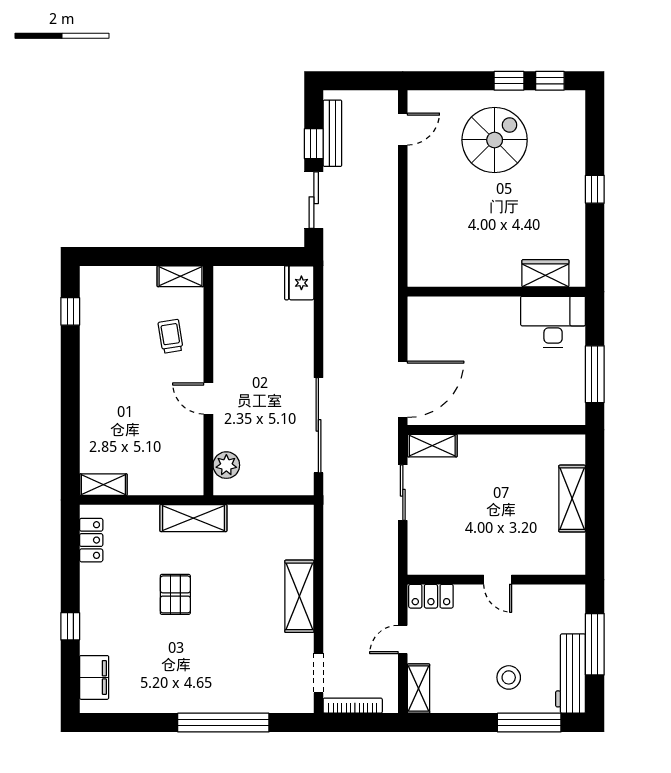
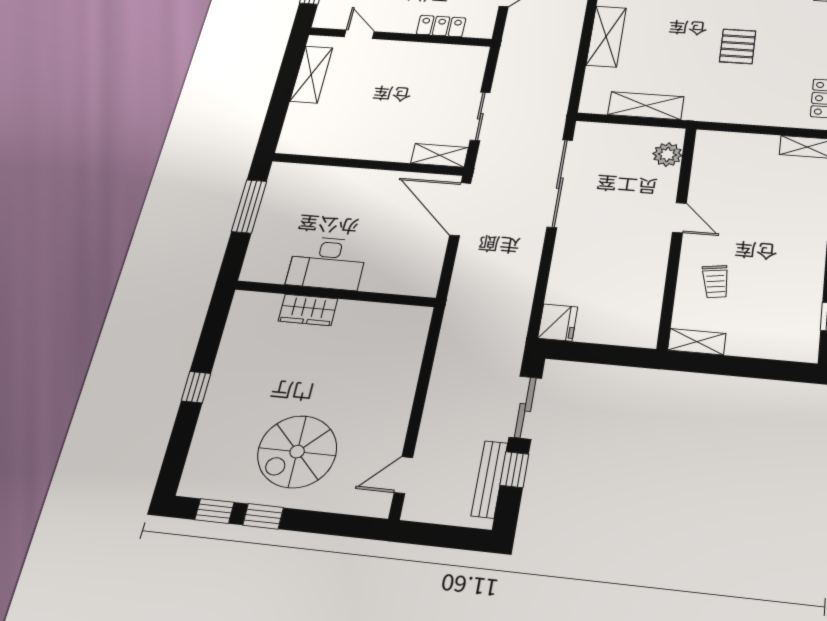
wardrobe: (545, 273) -> (308, 310), moved
desk: (553, 322) -> (327, 263), moved
door: (403, 389) -> (460, 209), hinge flipped
shelving: (572, 499) -> (311, 74), moved
shelving: (193, 518) -> (646, 106), moved
door: (498, 580) -> (359, 34), moved
locker: (431, 596) -> (441, 26), moved

